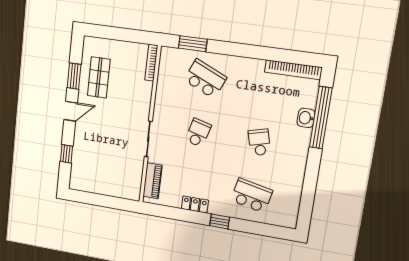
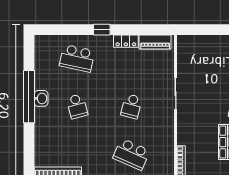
washbasin: (306, 118) -> (41, 98), moved
window: (321, 118) -> (29, 97), moved
piano: (152, 181) -> (155, 42), moved, turned -90

